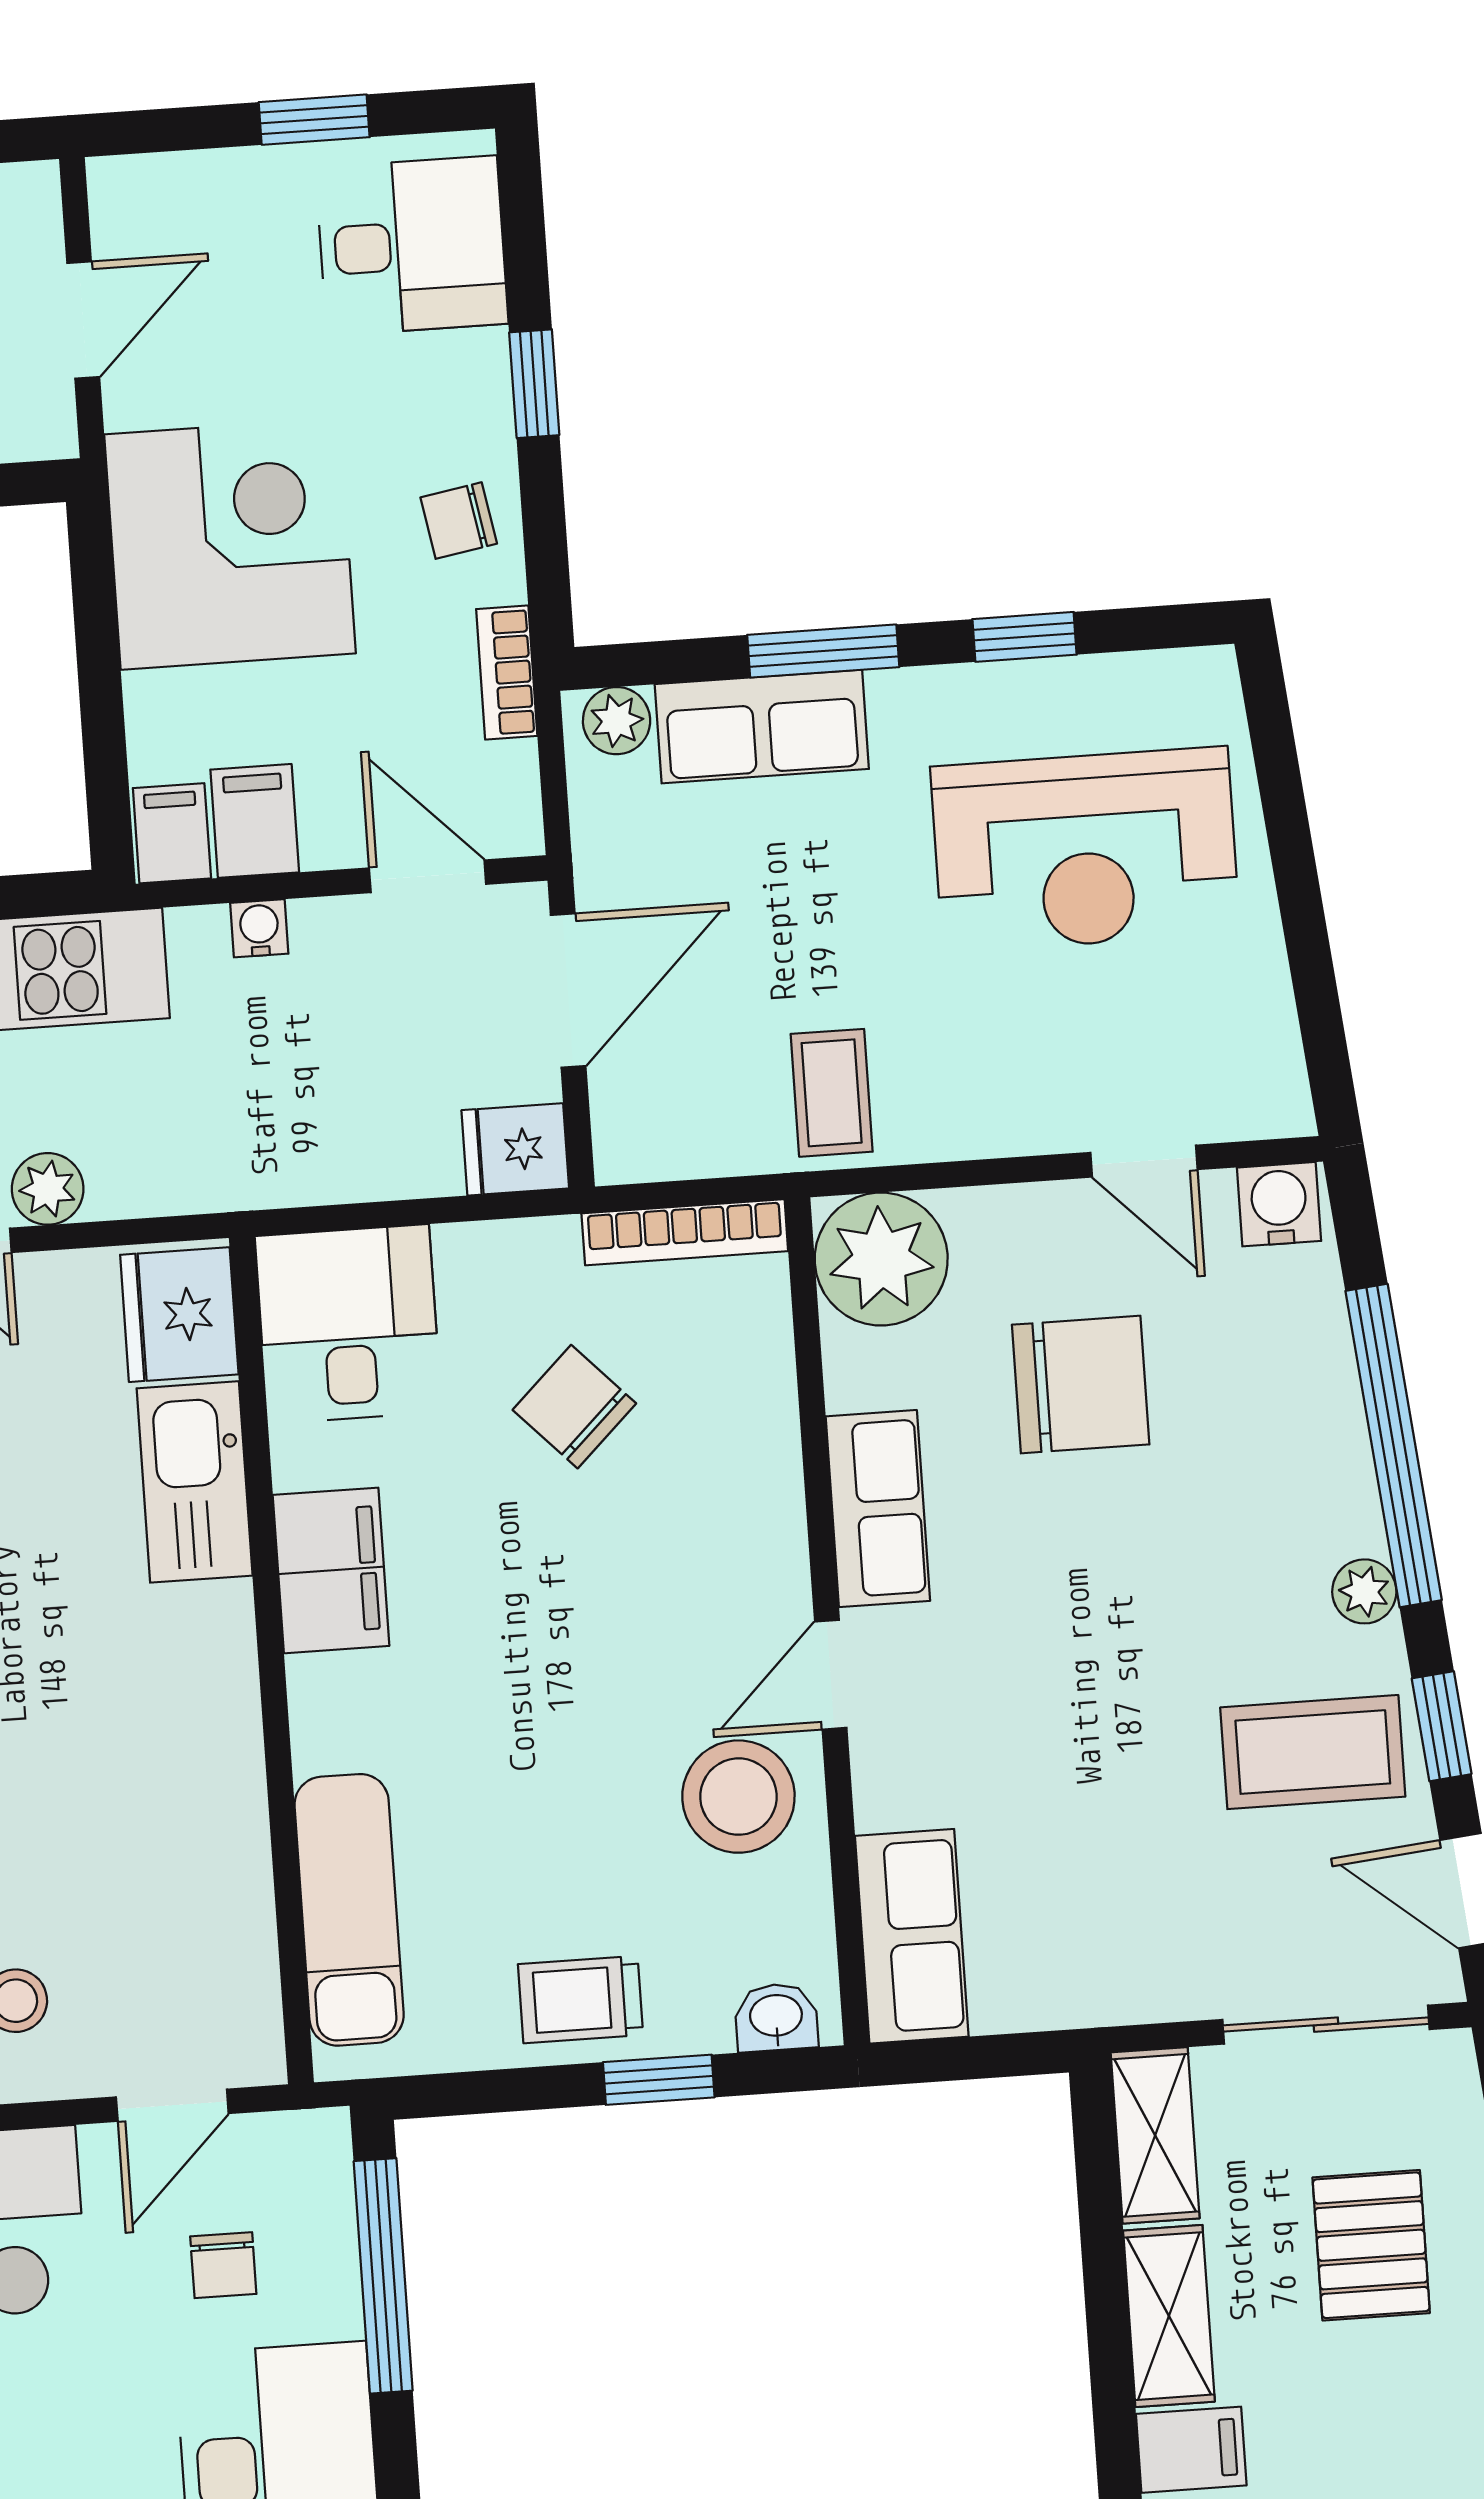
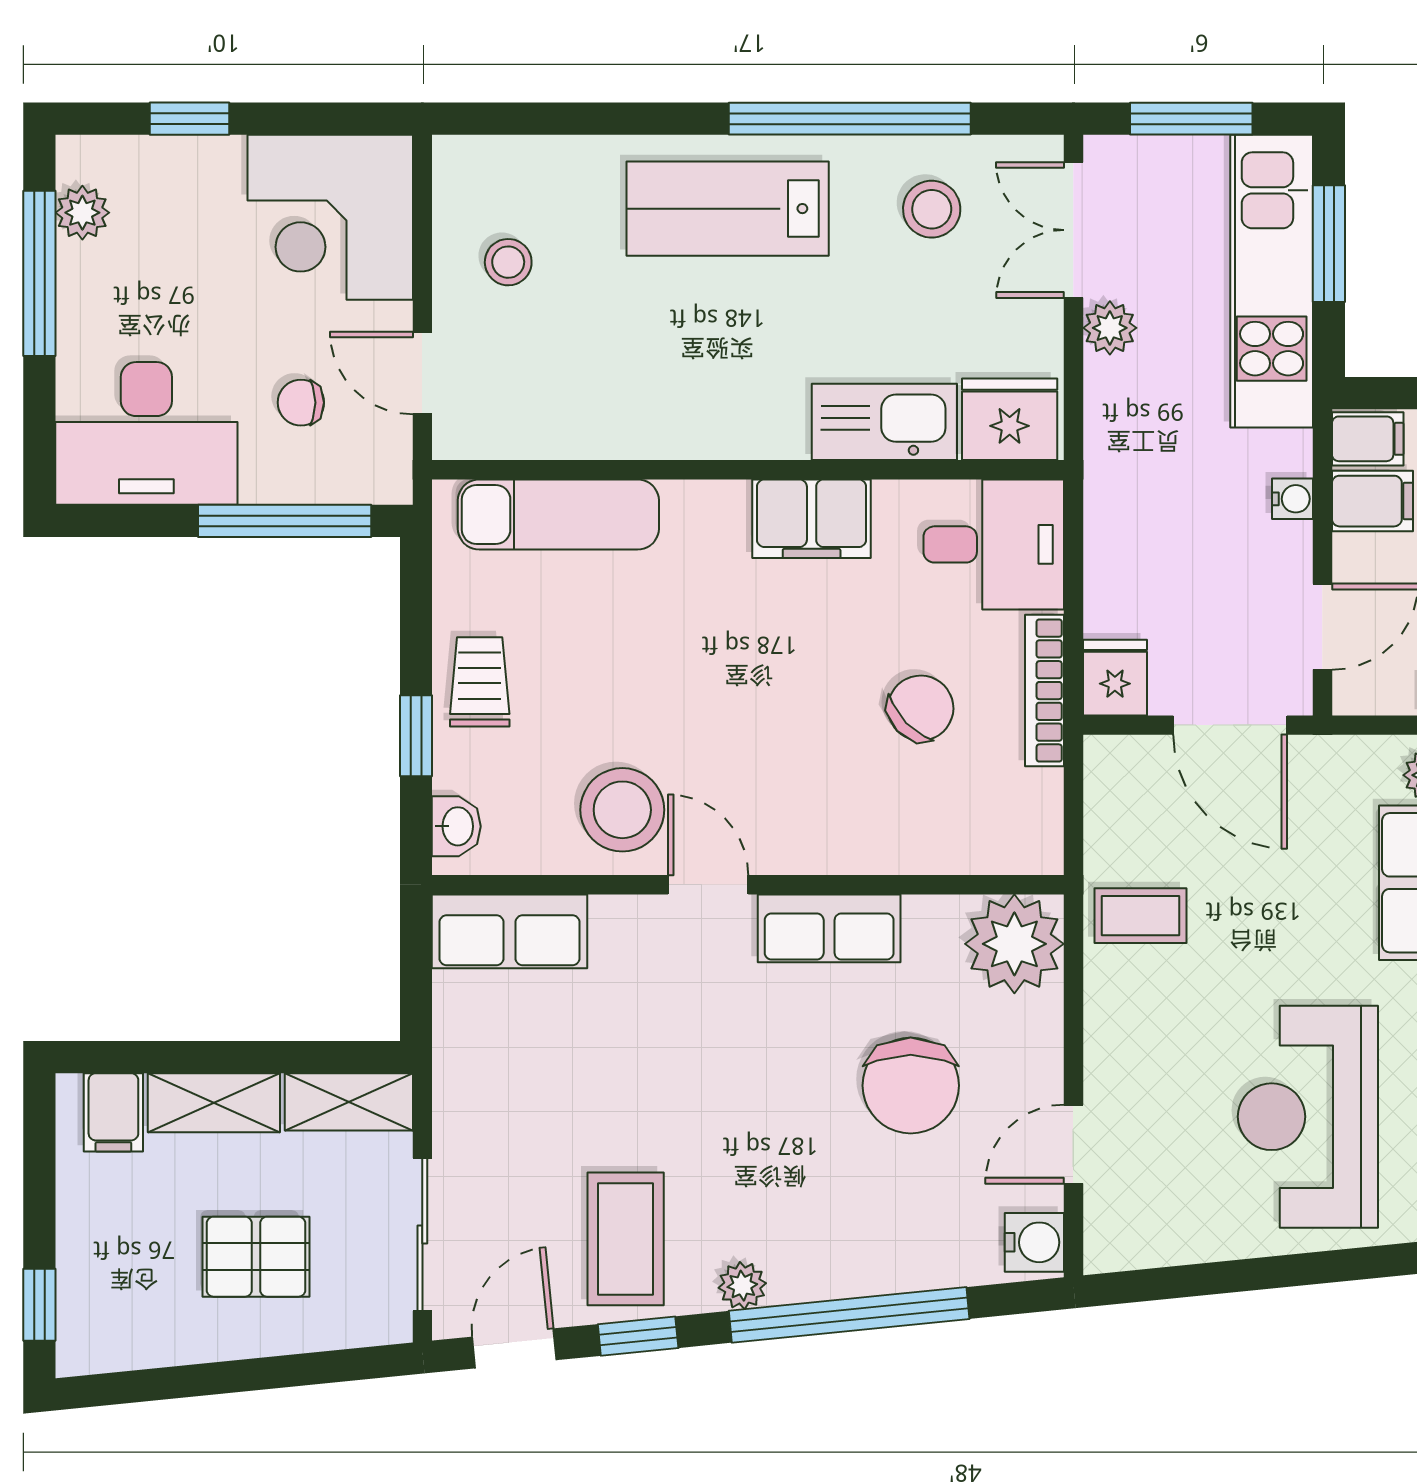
bookcase: (685, 1232) -> (1044, 691), moved

